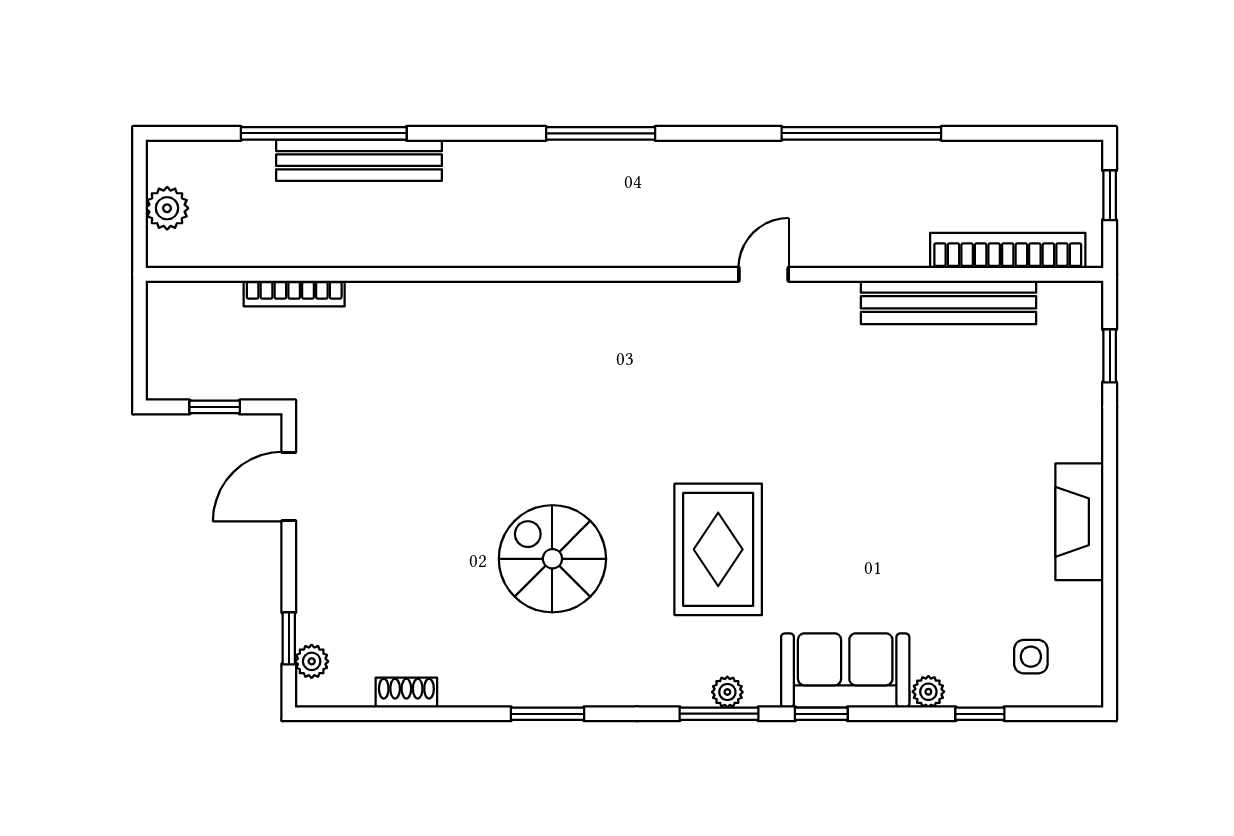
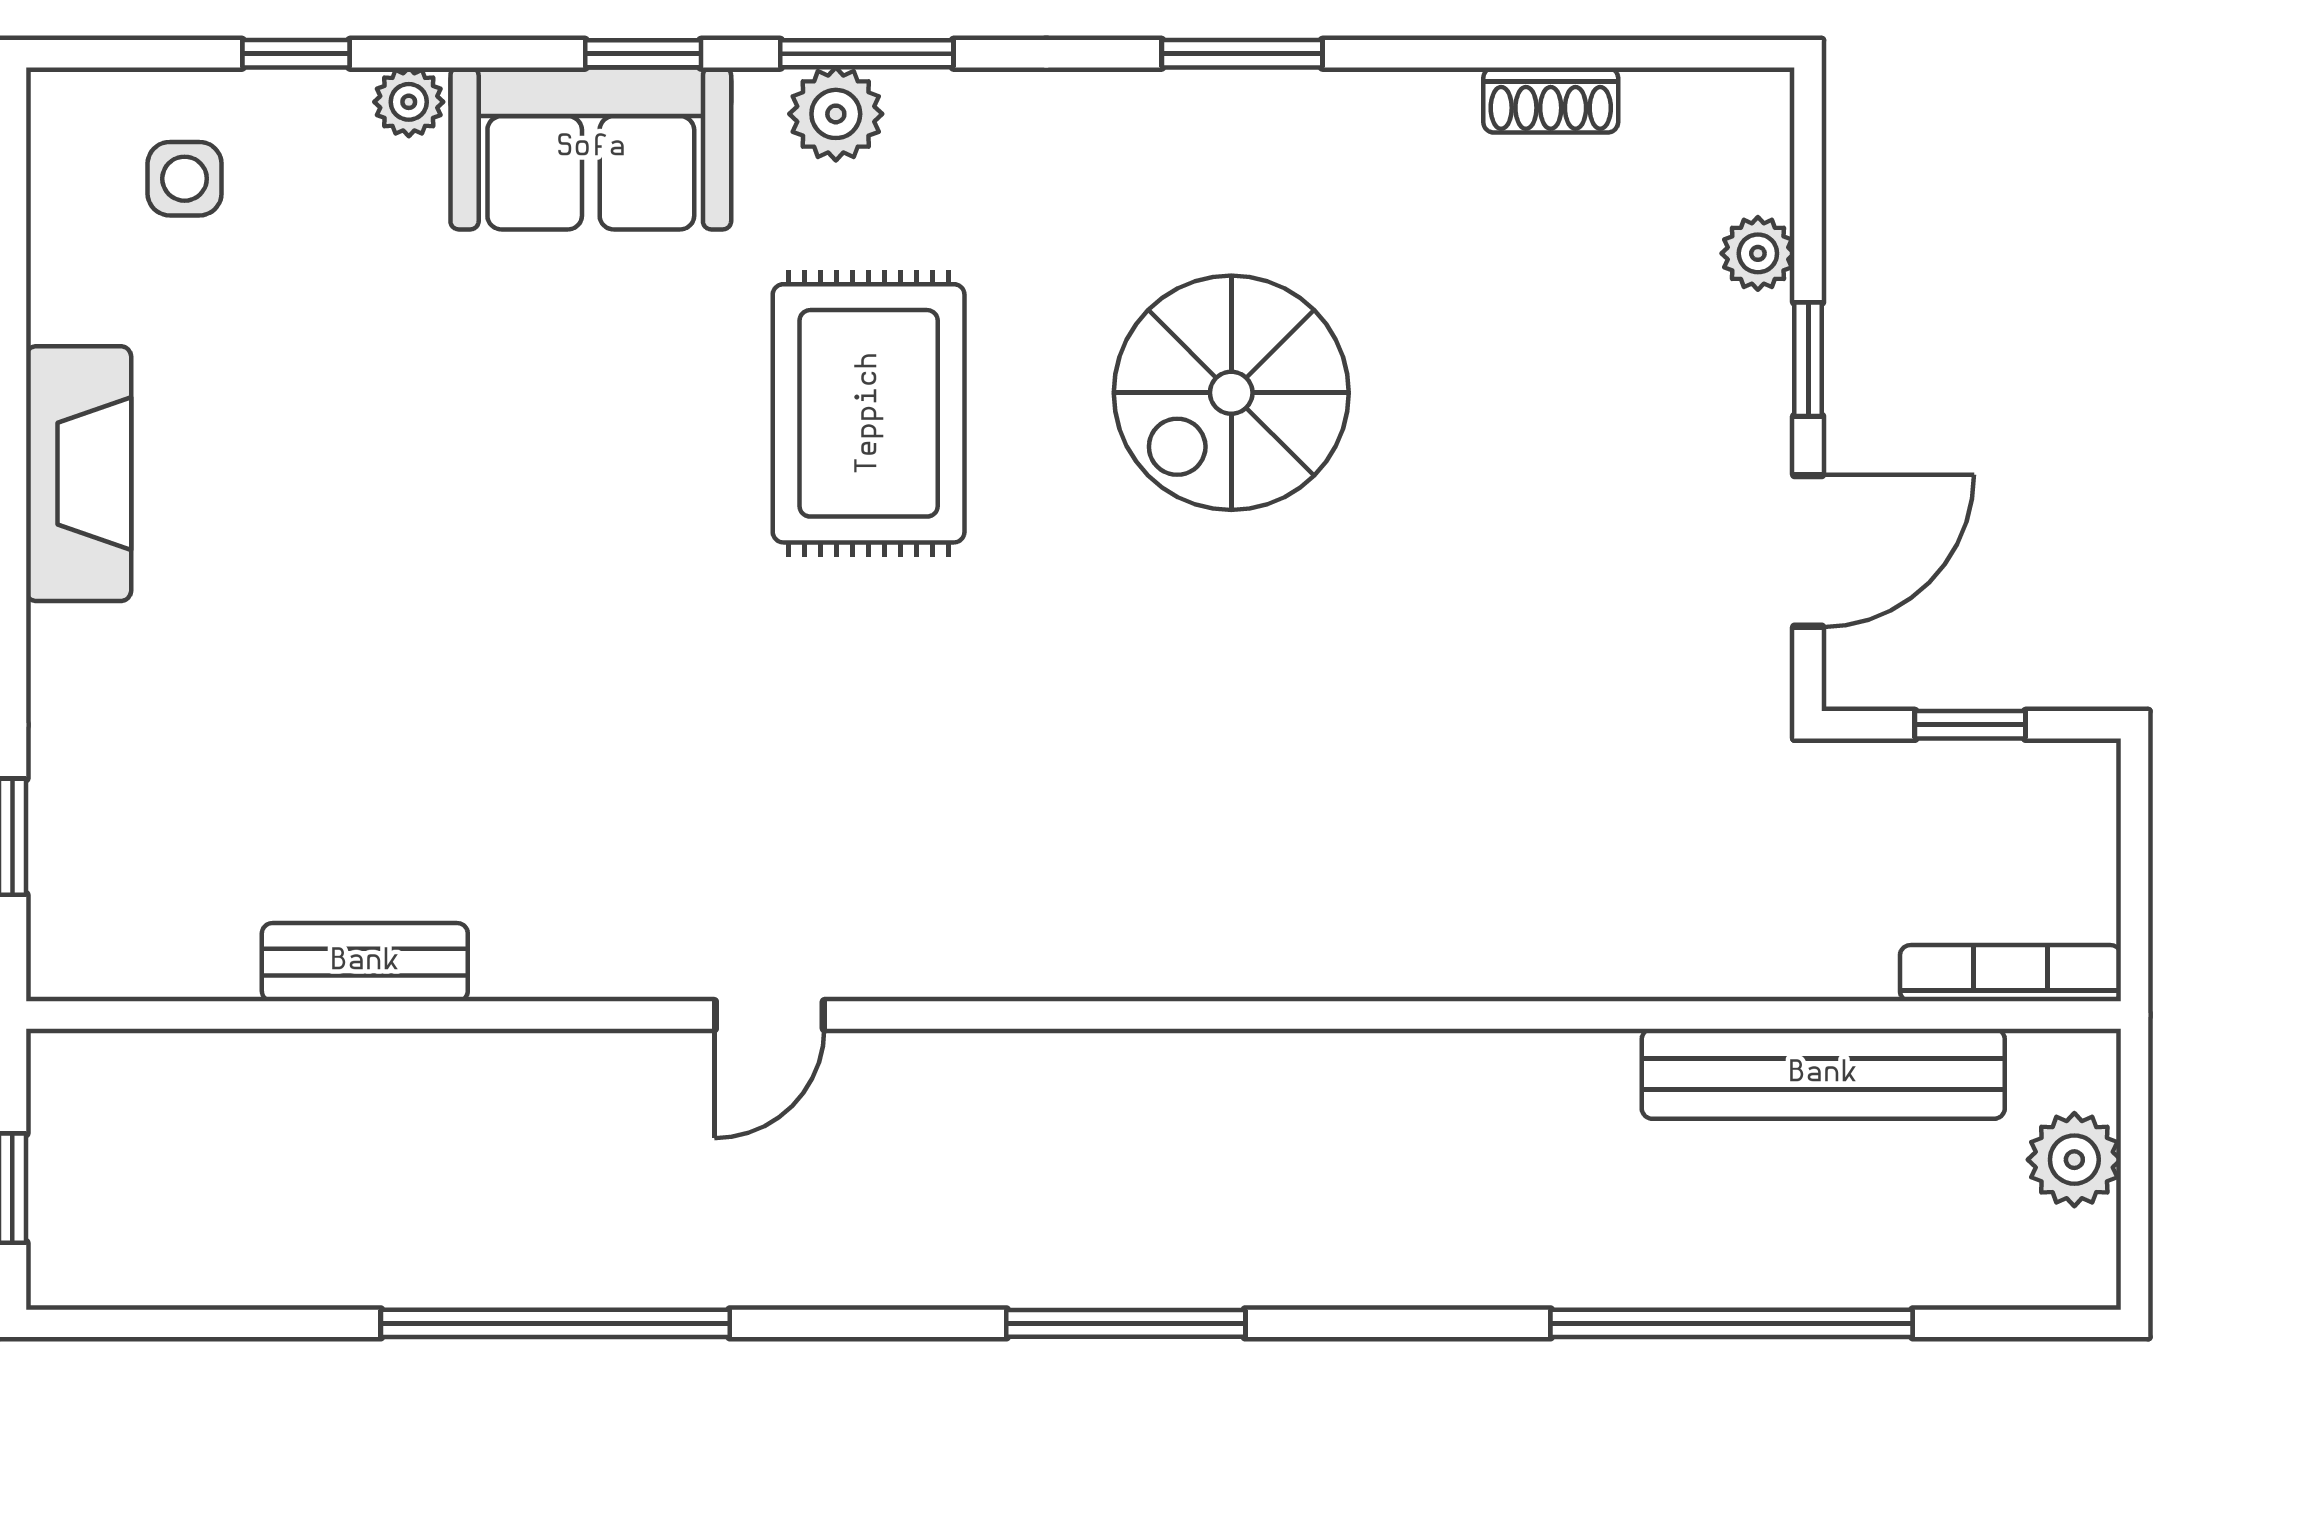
bench: (359, 160) -> (1823, 1074), moved
bookcase: (1008, 250) -> (235, 1067), removed
bookcase: (294, 293) -> (2011, 973), moved
bench: (948, 302) -> (365, 962), width x0.54, depth x0.82
spiral stairs: (552, 559) -> (1231, 393), turned 90
window: (289, 638) -> (1808, 359), moved
plant: (312, 661) -> (1758, 253), moved
plant: (727, 692) -> (836, 114), width x1.38, depth x1.38

